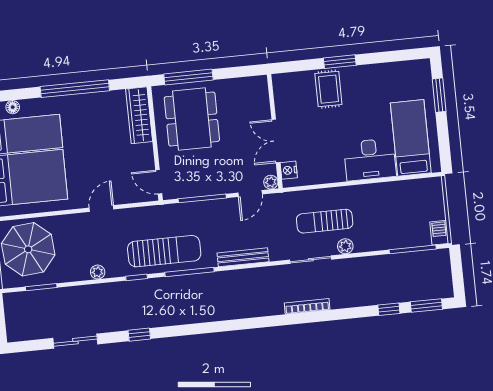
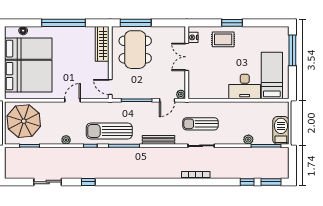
rug: (328, 89) -> (223, 39), turned 90
window: (439, 95) -> (292, 50), width x1.44
double door: (276, 141) -> (187, 57), moved
nightstand: (289, 170) -> (193, 37), moved
sun lounger: (325, 221) -> (200, 124), moved
barbecue: (439, 233) -> (281, 130), width x1.88, depth x1.53
plant: (345, 246) -> (248, 140), moved
sun lounger: (164, 251) -> (109, 131), turned 180

